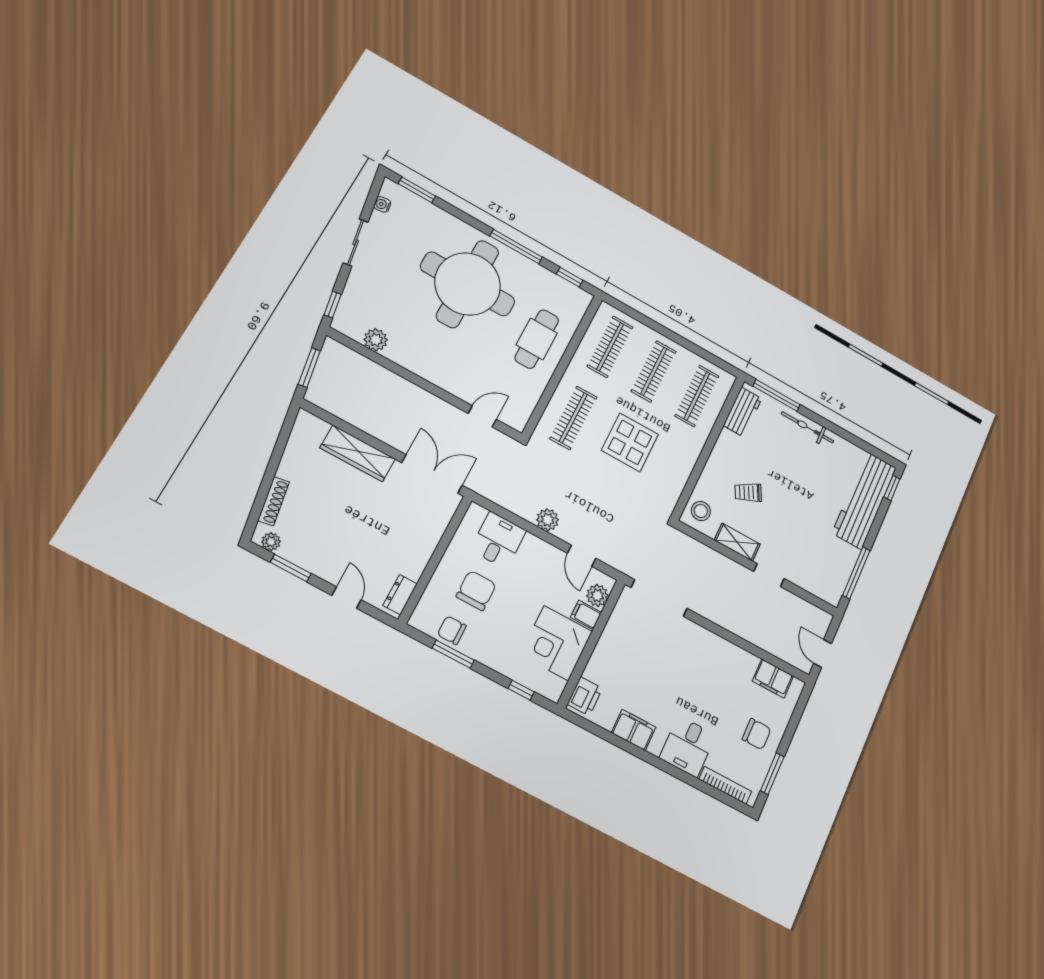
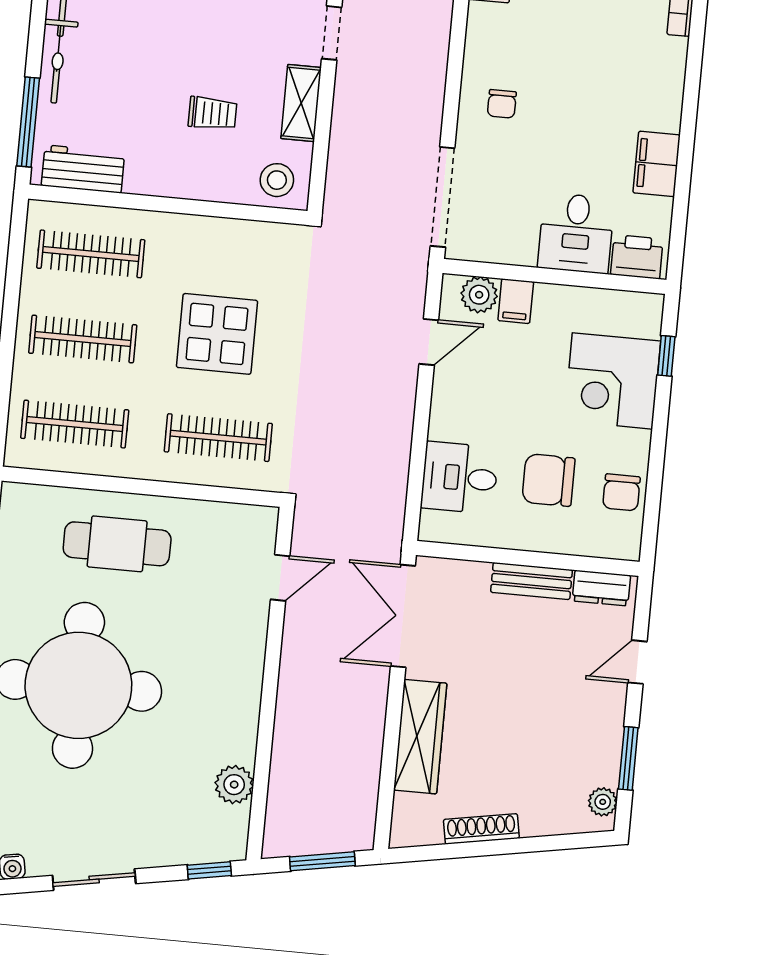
door: (482, 416) -> (280, 578), swing flipped
trolley: (748, 492) -> (212, 113), turned -63
shoe rack: (274, 501) -> (481, 829), moved
plant: (548, 520) -> (396, 415), removed
bench: (421, 556) -> (531, 581), added
corner desk: (556, 643) -> (612, 381), moved, turned 90
window: (453, 654) -> (655, 476), removed
chair: (699, 654) -> (502, 104), added
desk: (688, 746) -> (576, 233), moved, turned 90

